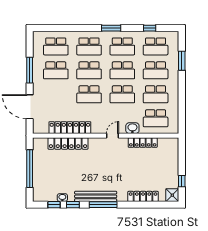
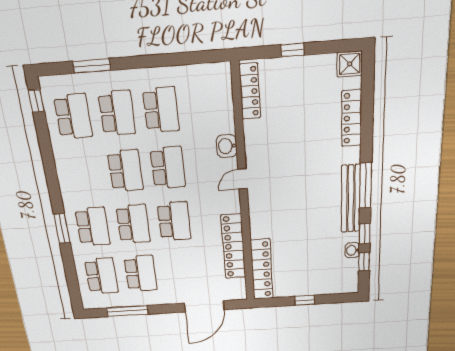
window: (111, 28) -> (62, 228), moved
window: (150, 28) -> (36, 101), moved
school desk: (122, 46) -> (83, 174), removed
window: (30, 70) -> (127, 311), moved
school desk: (156, 118) -> (205, 106), removed
door: (112, 136) -> (243, 179), hinge flipped
locker: (68, 143) -> (262, 269), moved
locker: (143, 143) -> (250, 91), moved
window: (30, 169) -> (305, 300), width x0.32
window: (182, 181) -> (293, 50), moved

